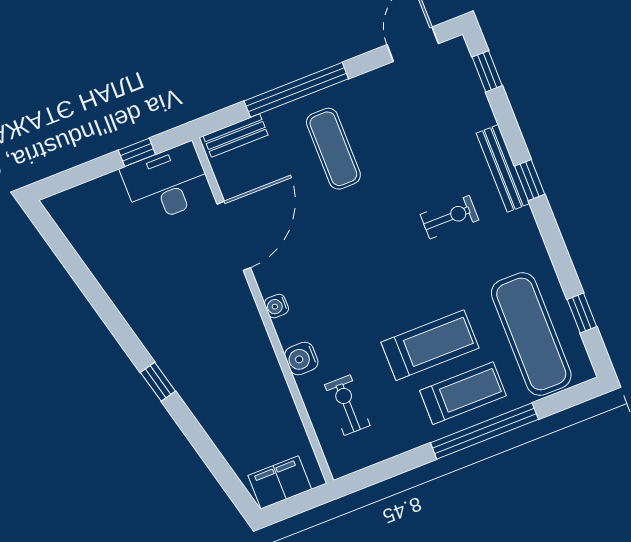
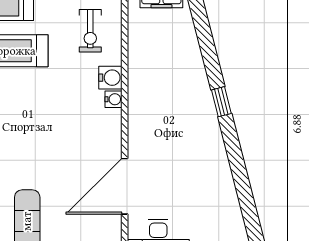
water cooler: (276, 306) -> (114, 99), moved

